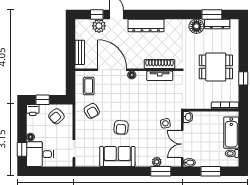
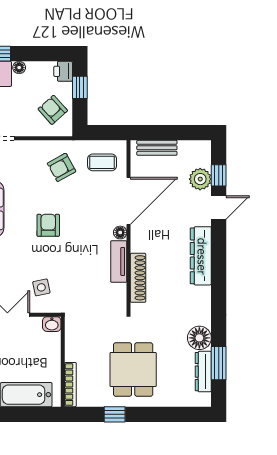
tv unit: (160, 76) -> (119, 261), moved
armchair: (121, 127) -> (48, 225), moved, turned 87

